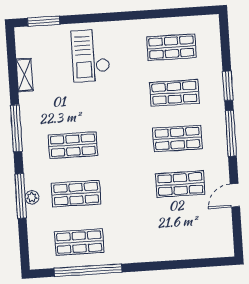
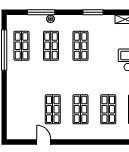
window: (228, 86) -> (110, 142), removed
window: (16, 128) -> (93, 12), width x0.69
window: (231, 133) -> (81, 142), removed
window: (21, 196) -> (41, 12), moved

